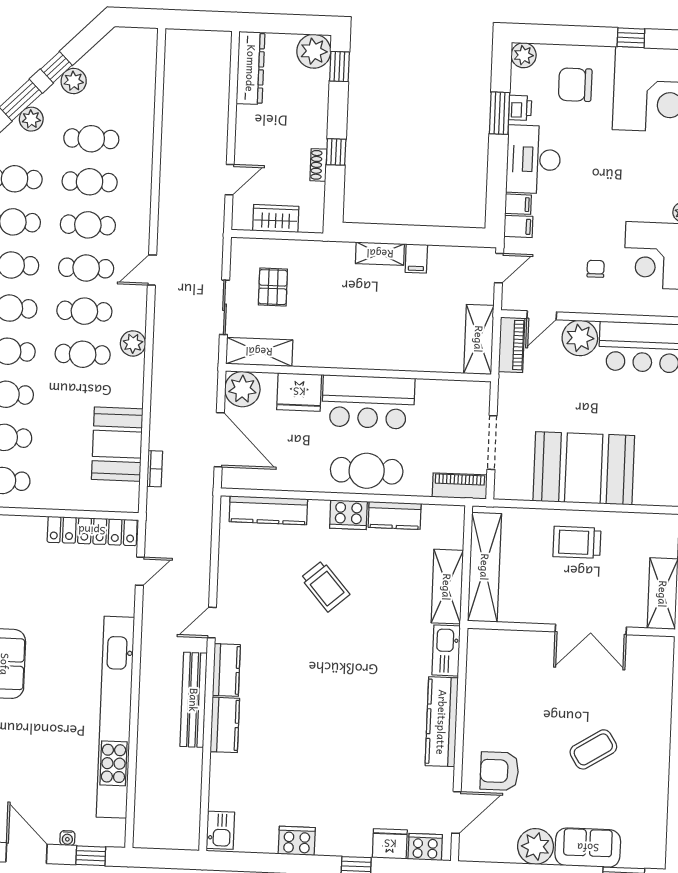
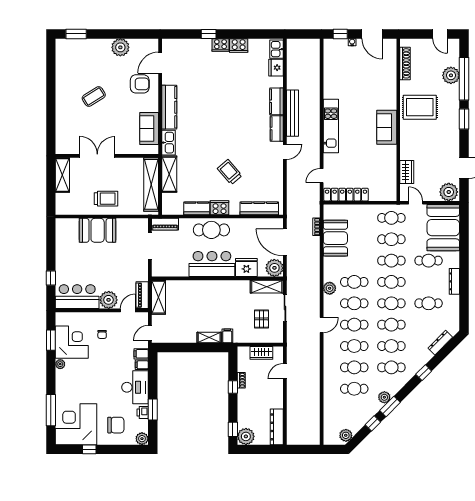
plant: (74, 81) -> (346, 435), moved
filing cabinet: (416, 258) -> (227, 336), moved
booth: (584, 468) -> (98, 230), width x0.73, depth x0.70
kitchen unit: (115, 717) -> (331, 126), width x0.54
fridge: (390, 844) -> (276, 68), moved, turned 90
cooker: (425, 847) -> (220, 45), moved
sofa: (588, 848) -> (149, 128), moved, turned 90

